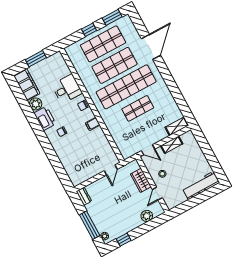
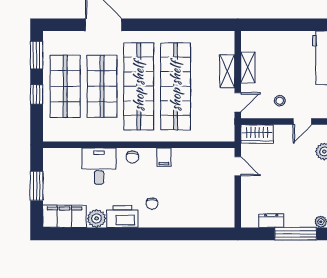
shop shelf: (138, 108) -> (176, 86), width x2.00, depth x1.36
shelving: (177, 126) -> (227, 71), moved
wardrobe: (141, 180) -> (257, 134), moved
door: (157, 194) -> (302, 121), hinge flipped
dresser: (84, 196) -> (271, 221), moved

